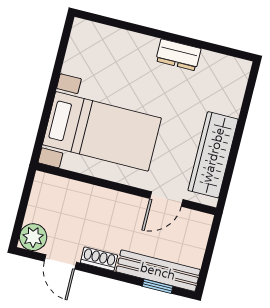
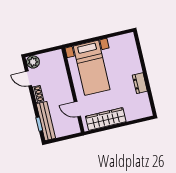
door: (60, 262) -> (29, 78), hinge flipped

